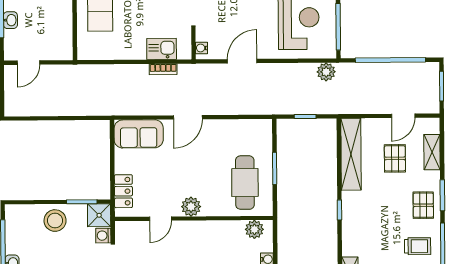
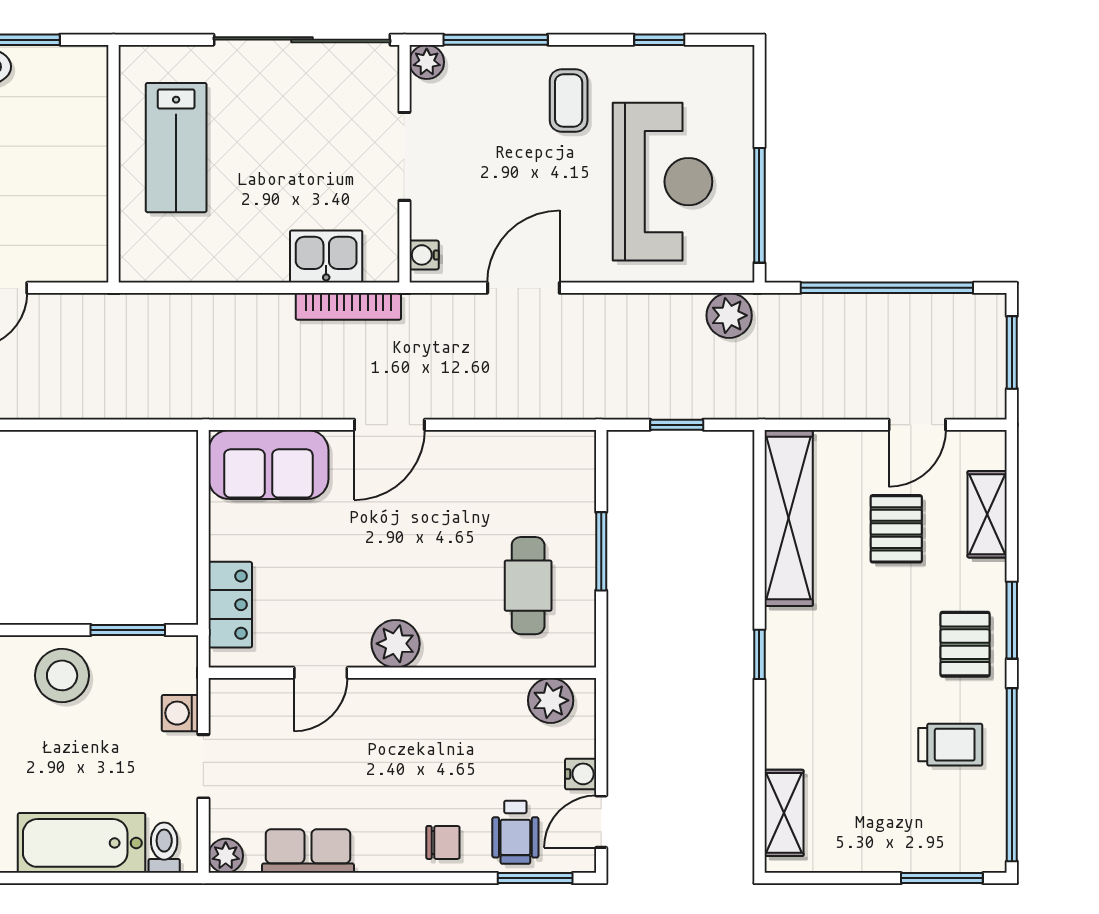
bookcase: (163, 69) -> (348, 306), width x1.56
cafe table: (245, 183) -> (528, 586), width x0.73, depth x0.74
shower: (99, 215) -> (170, 663), removed

